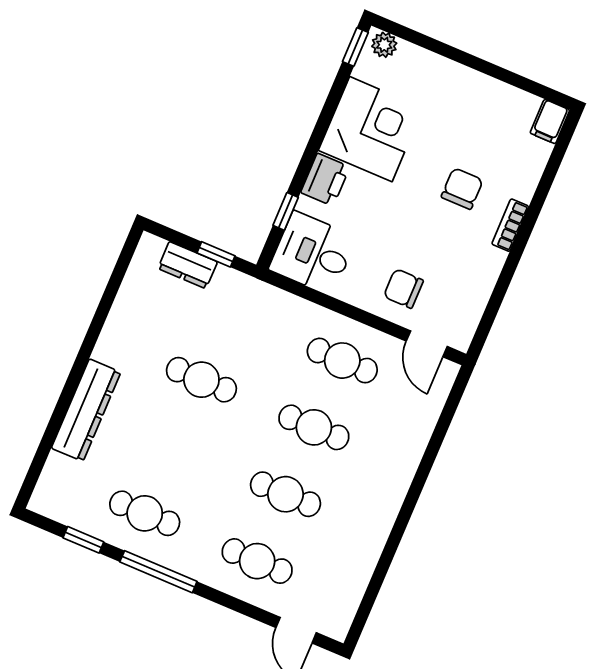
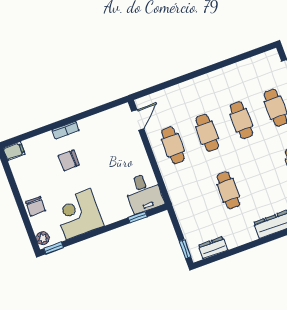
printer: (325, 180) -> (112, 214), removed
window: (216, 254) -> (185, 249), moved
dresser: (188, 265) -> (213, 248), moved, turned -90
chair: (403, 289) -> (36, 206), moved

